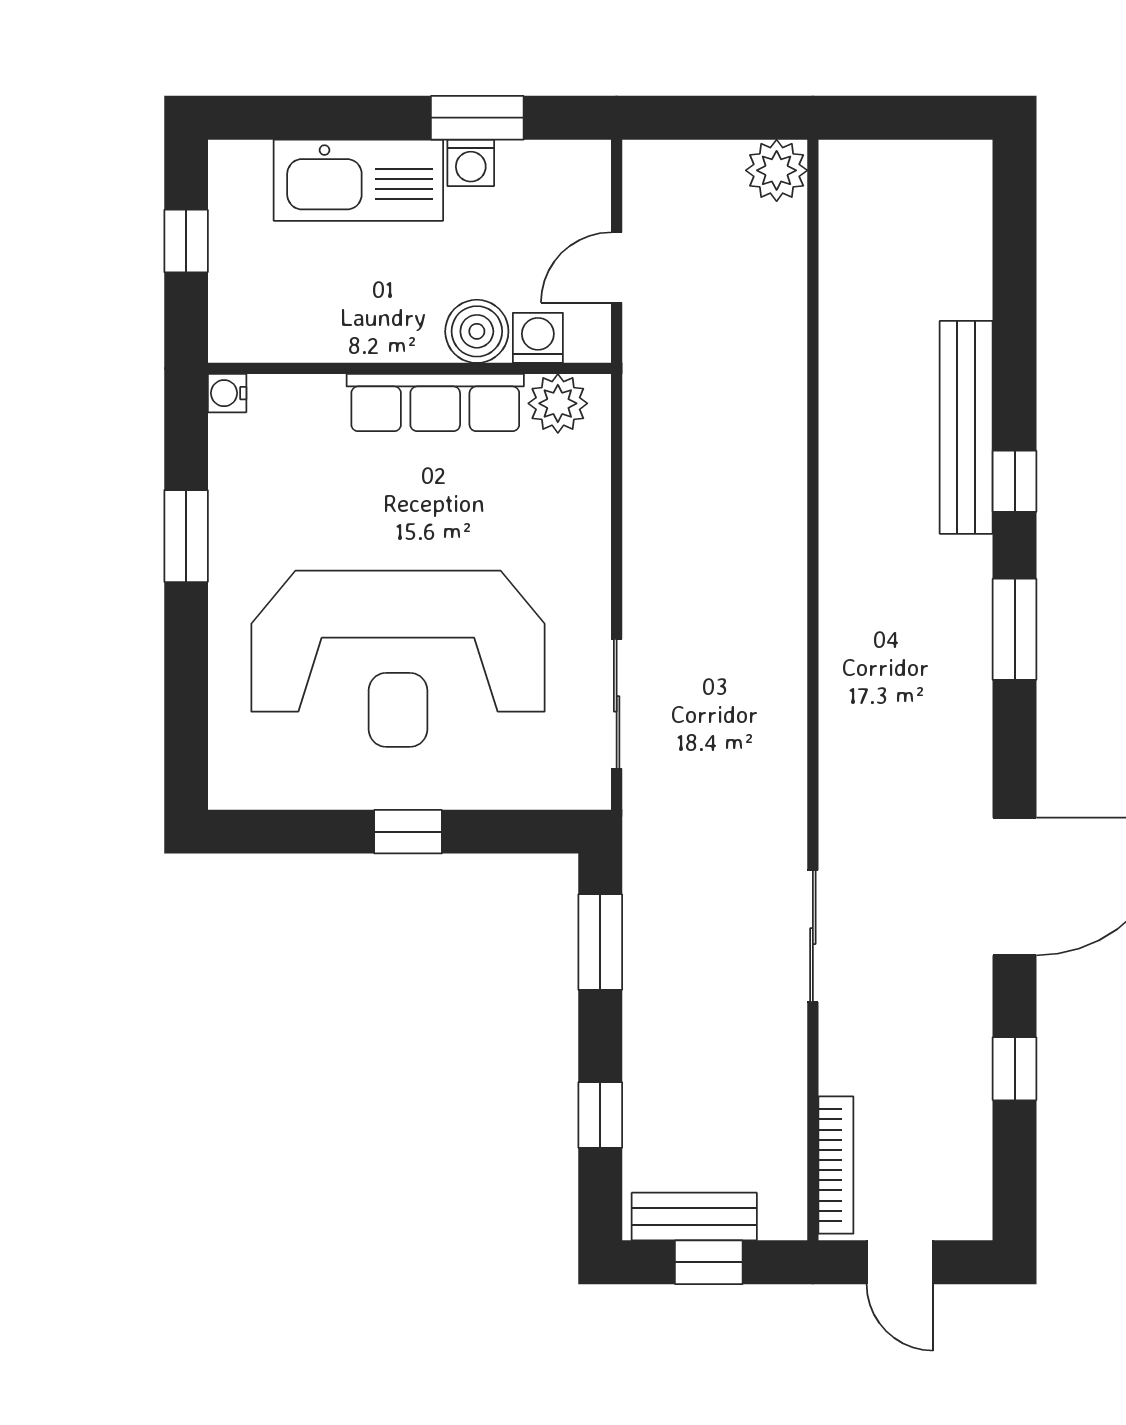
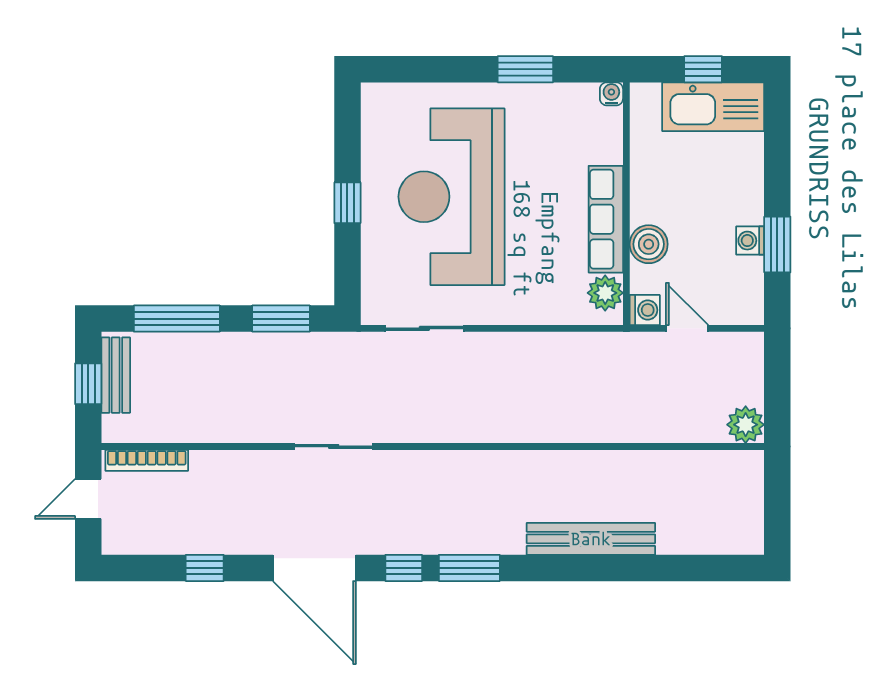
kitchen sink: (358, 180) -> (713, 107), moved, turned -90
washing machine: (538, 338) -> (645, 310), moved
window: (1015, 481) -> (404, 568), moved
sliding door: (813, 936) -> (334, 446), moved
window: (600, 1115) -> (177, 319), width x2.17

